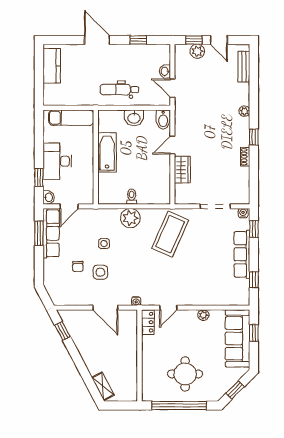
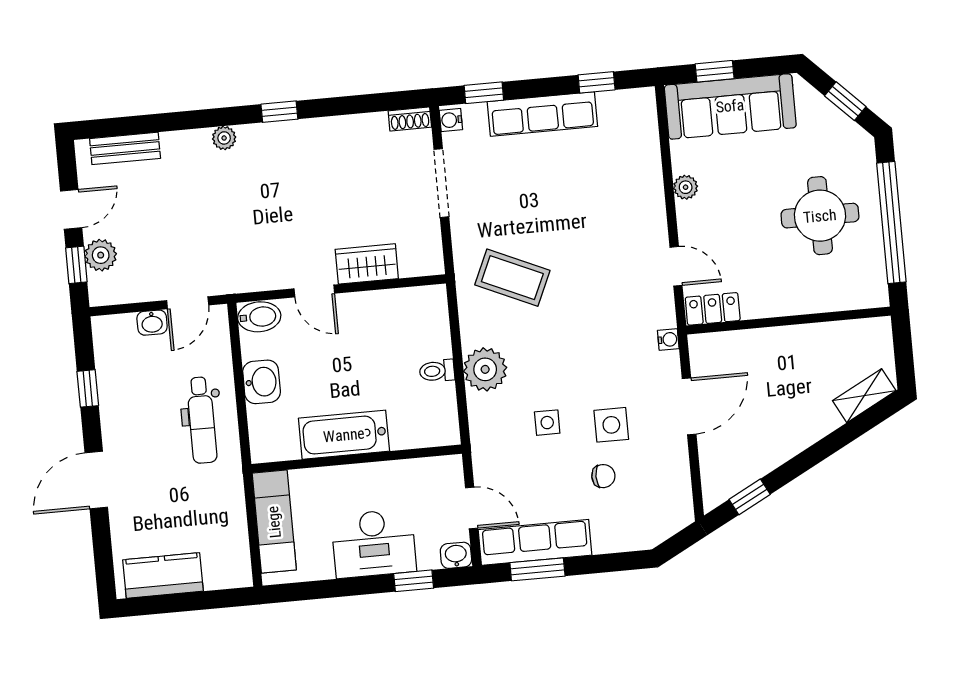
shoe rack: (245, 157) -> (410, 119), moved
coffee table: (170, 234) -> (512, 278), width x0.73, depth x0.76

